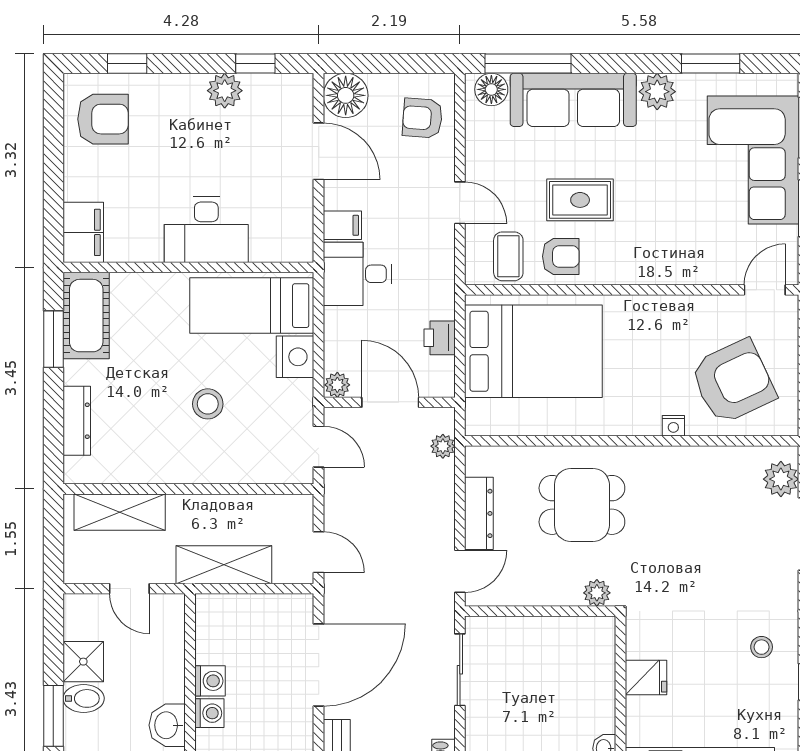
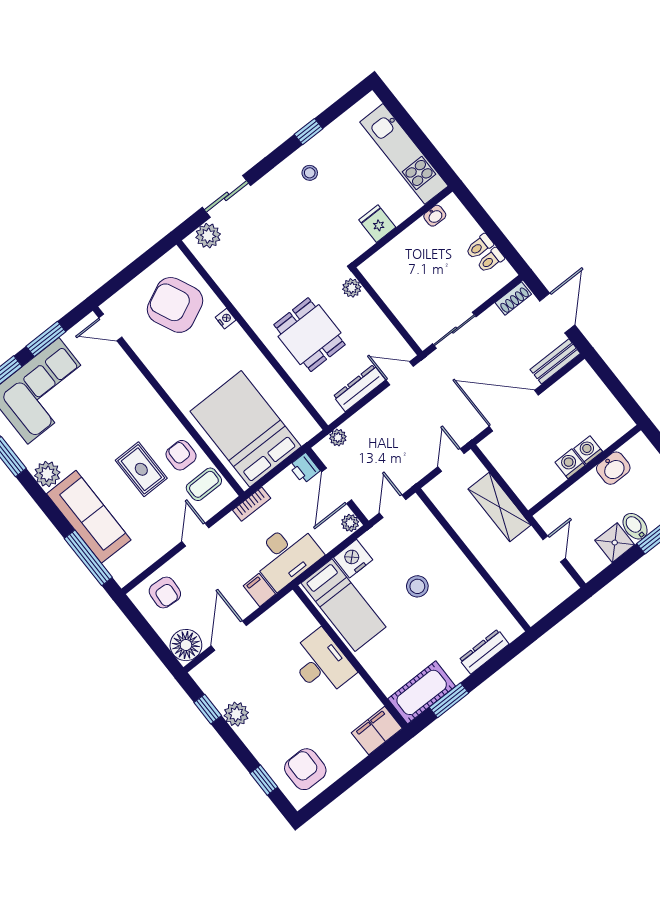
floor lamp: (491, 89) -> (119, 567), removed
desk: (358, 274) -> (286, 555), width x1.37
bookcase: (445, 292) -> (252, 504), added
printer: (440, 338) -> (304, 468), moved, turned 90
shelving: (120, 512) -> (516, 588), removed

